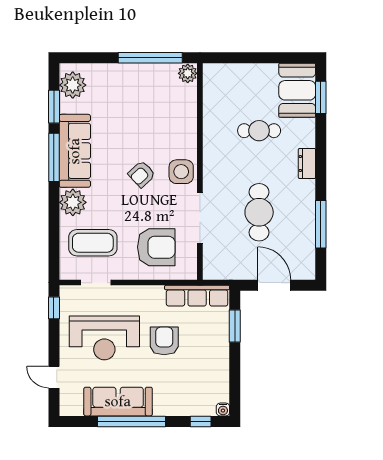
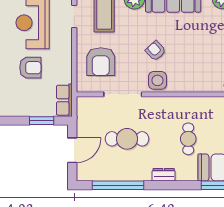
window: (321, 224) -> (118, 185), width x1.46
row of seats: (197, 296) -> (64, 100), width x0.68

